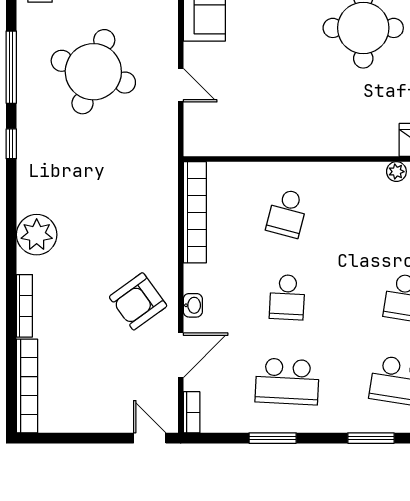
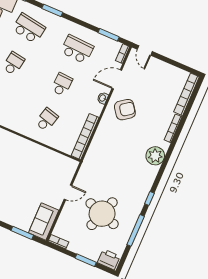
door: (181, 85) -> (68, 192), swing flipped
window: (273, 438) -> (109, 35), moved

